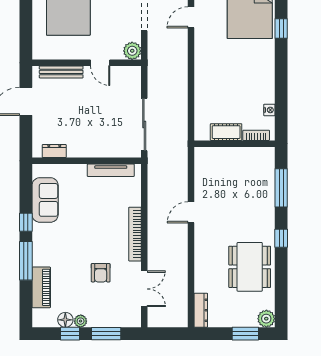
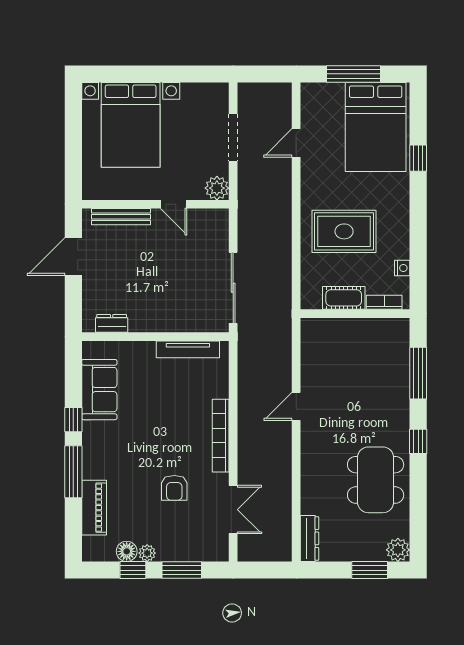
rug: (226, 83) -> (344, 231), added

